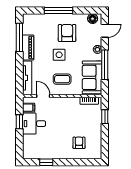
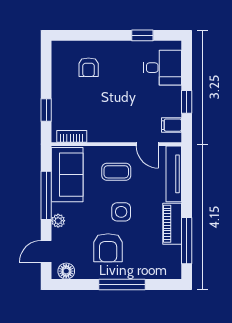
desk: (34, 124) -> (162, 68), moved

